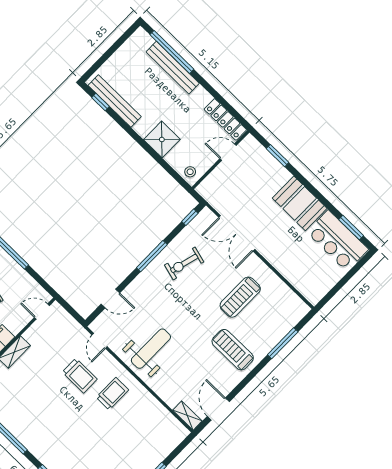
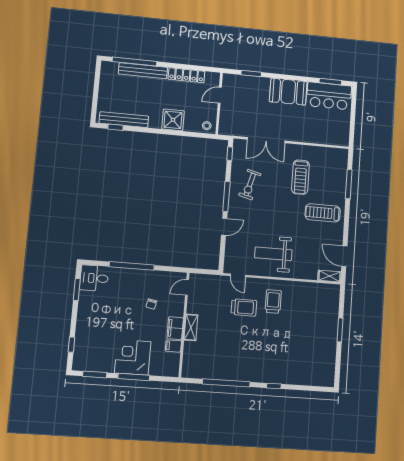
locker: (225, 119) -> (186, 75), moved
door: (110, 298) -> (224, 227), moved
weight bench: (151, 349) -> (273, 254), turned -90

